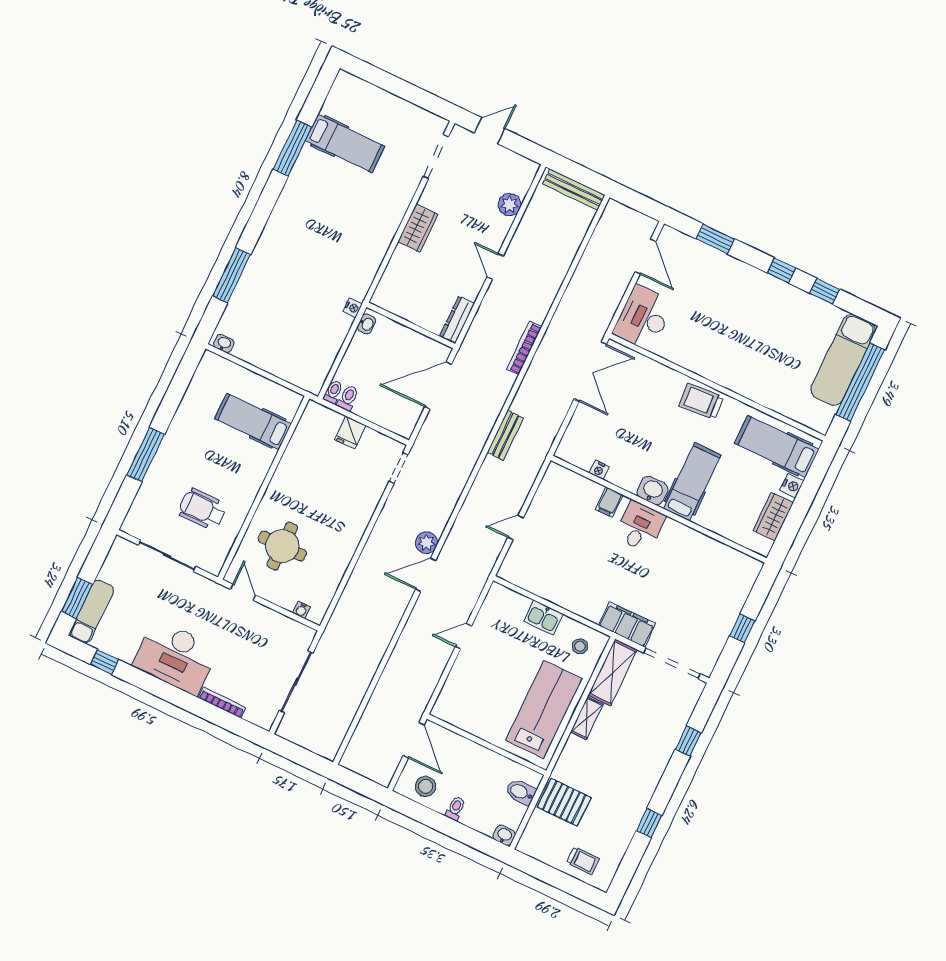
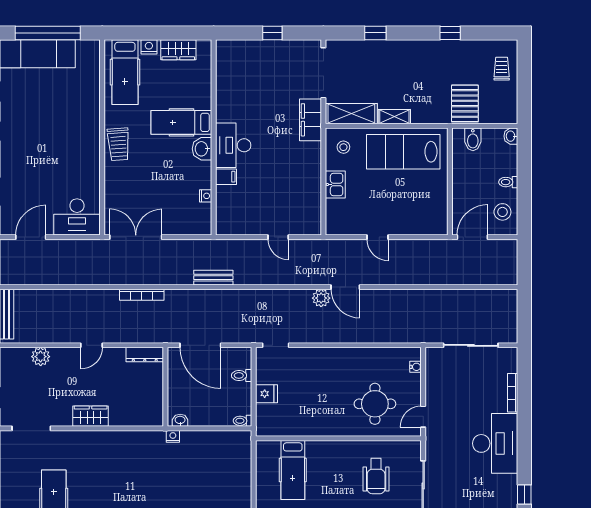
toilet: (348, 398) -> (242, 375), moved
desk: (640, 526) -> (233, 145), width x1.37

